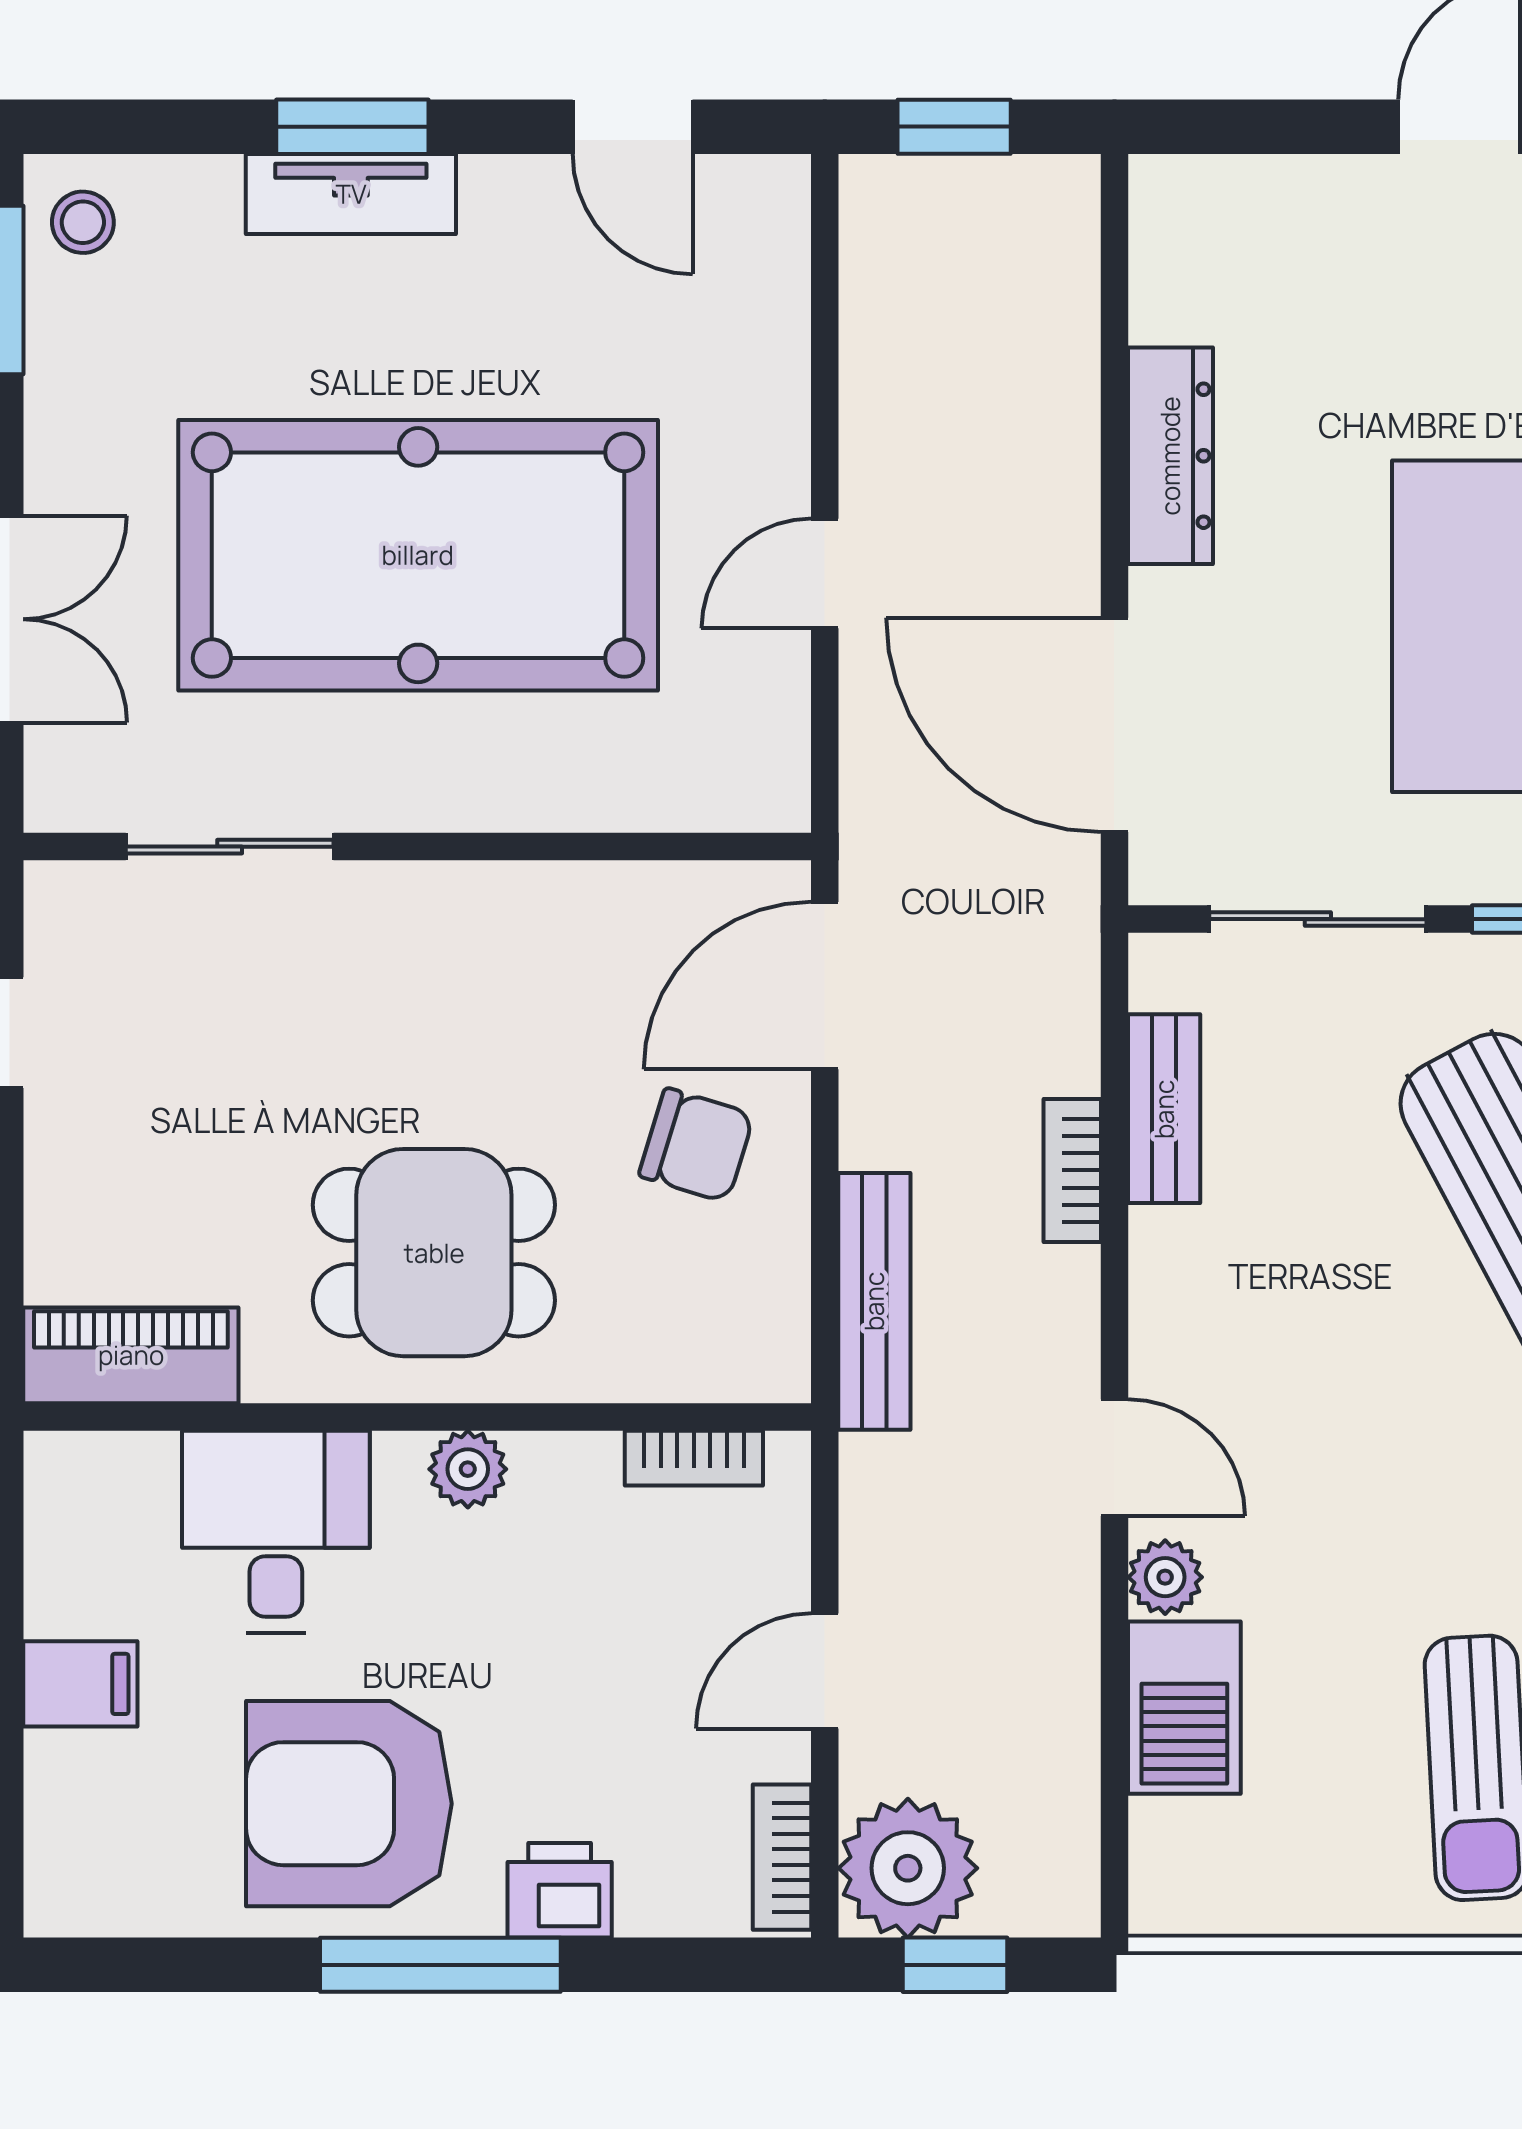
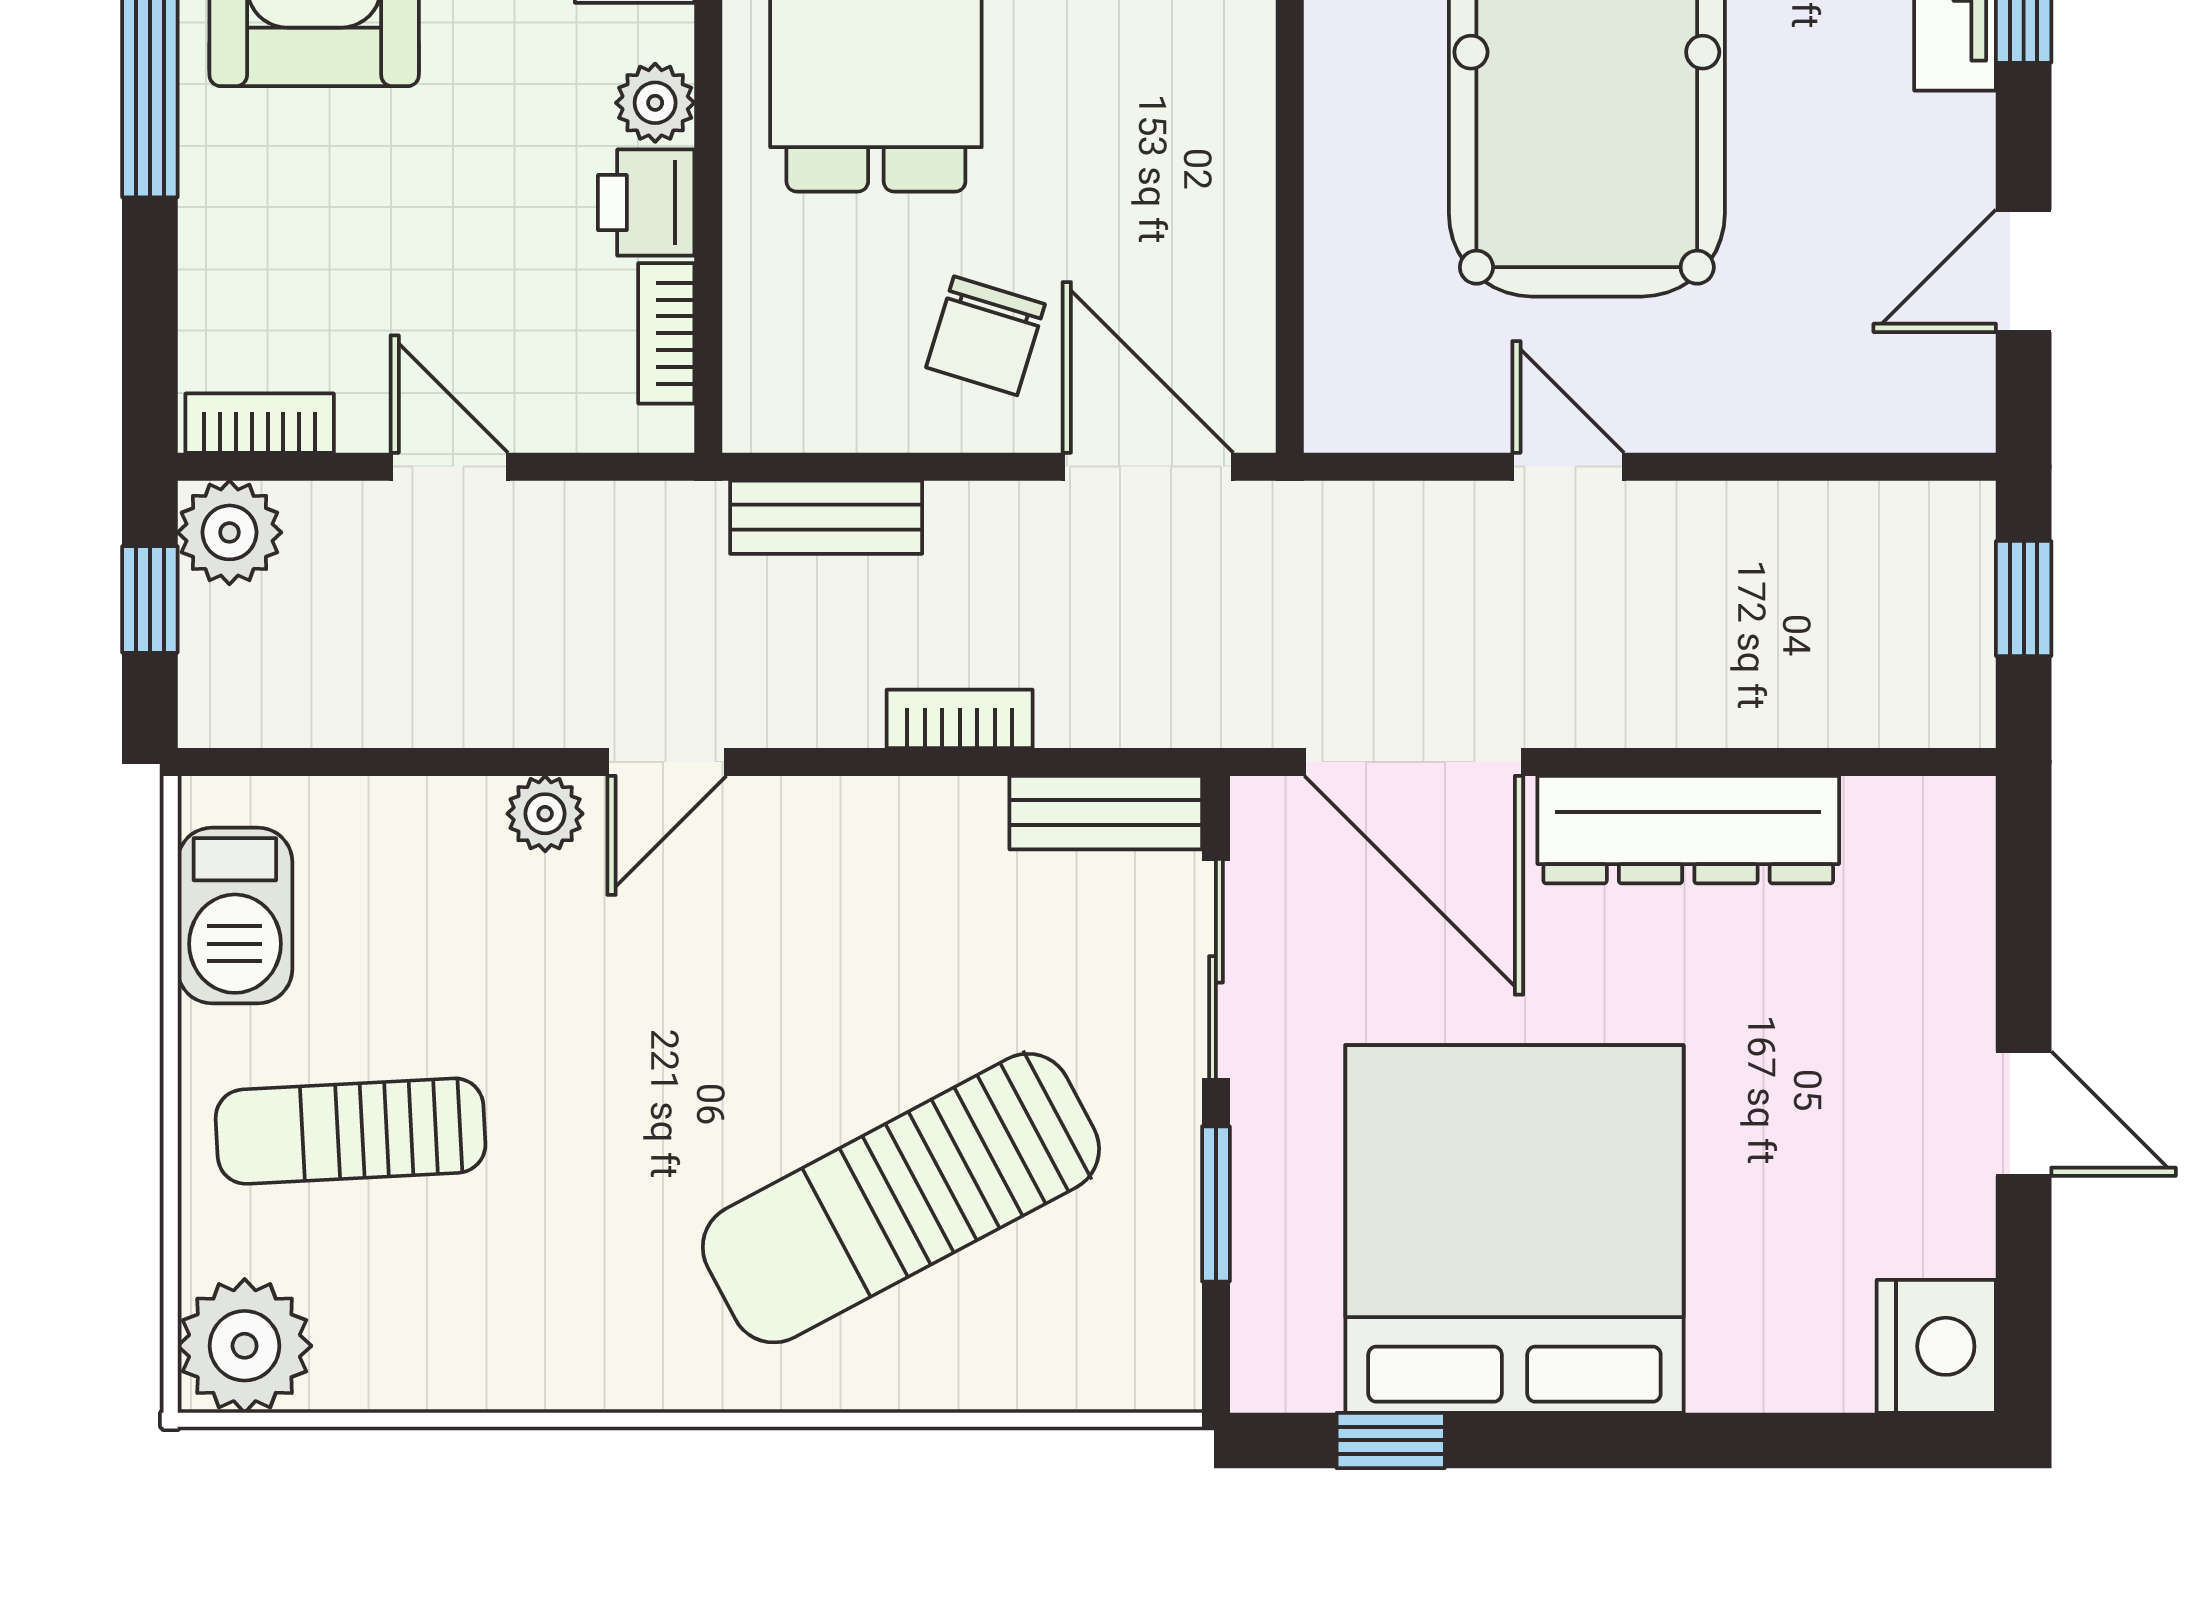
dresser: (1170, 456) -> (1688, 830), width x1.37, depth x1.24
door: (1114, 725) -> (1414, 762), swing flipped
bench: (1164, 1109) -> (1106, 813), moved
bench: (874, 1301) -> (826, 517), width x0.73
barbecue: (1184, 1708) -> (235, 916), moved, turned -90
plant: (908, 1868) -> (229, 532), width x0.73, depth x0.73
printer: (560, 1890) -> (646, 203), moved, turned 180

